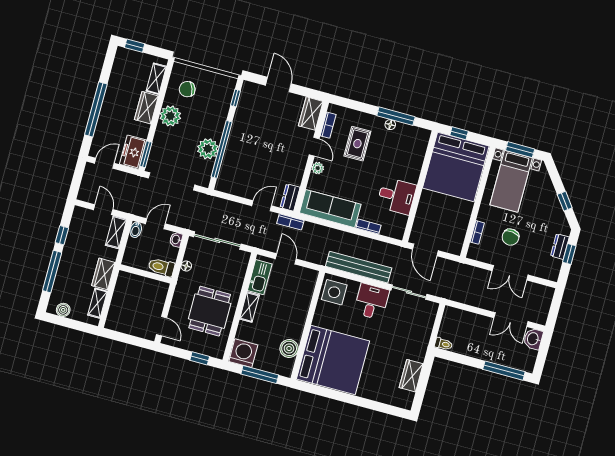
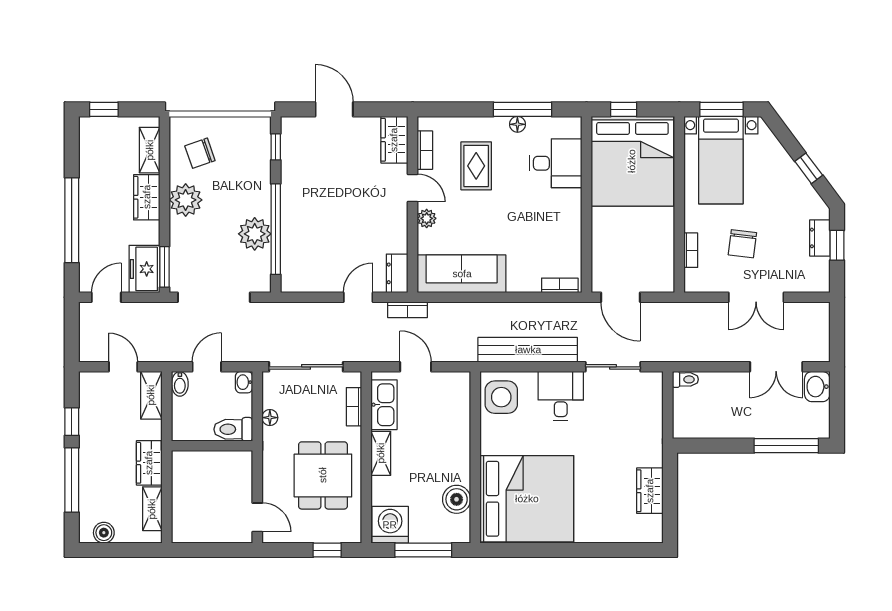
desk: (397, 196) -> (556, 163), moved
bookcase: (368, 227) -> (560, 285), moved
bookcase: (241, 273) -> (354, 407), added
toilet: (443, 344) -> (685, 379), moved

